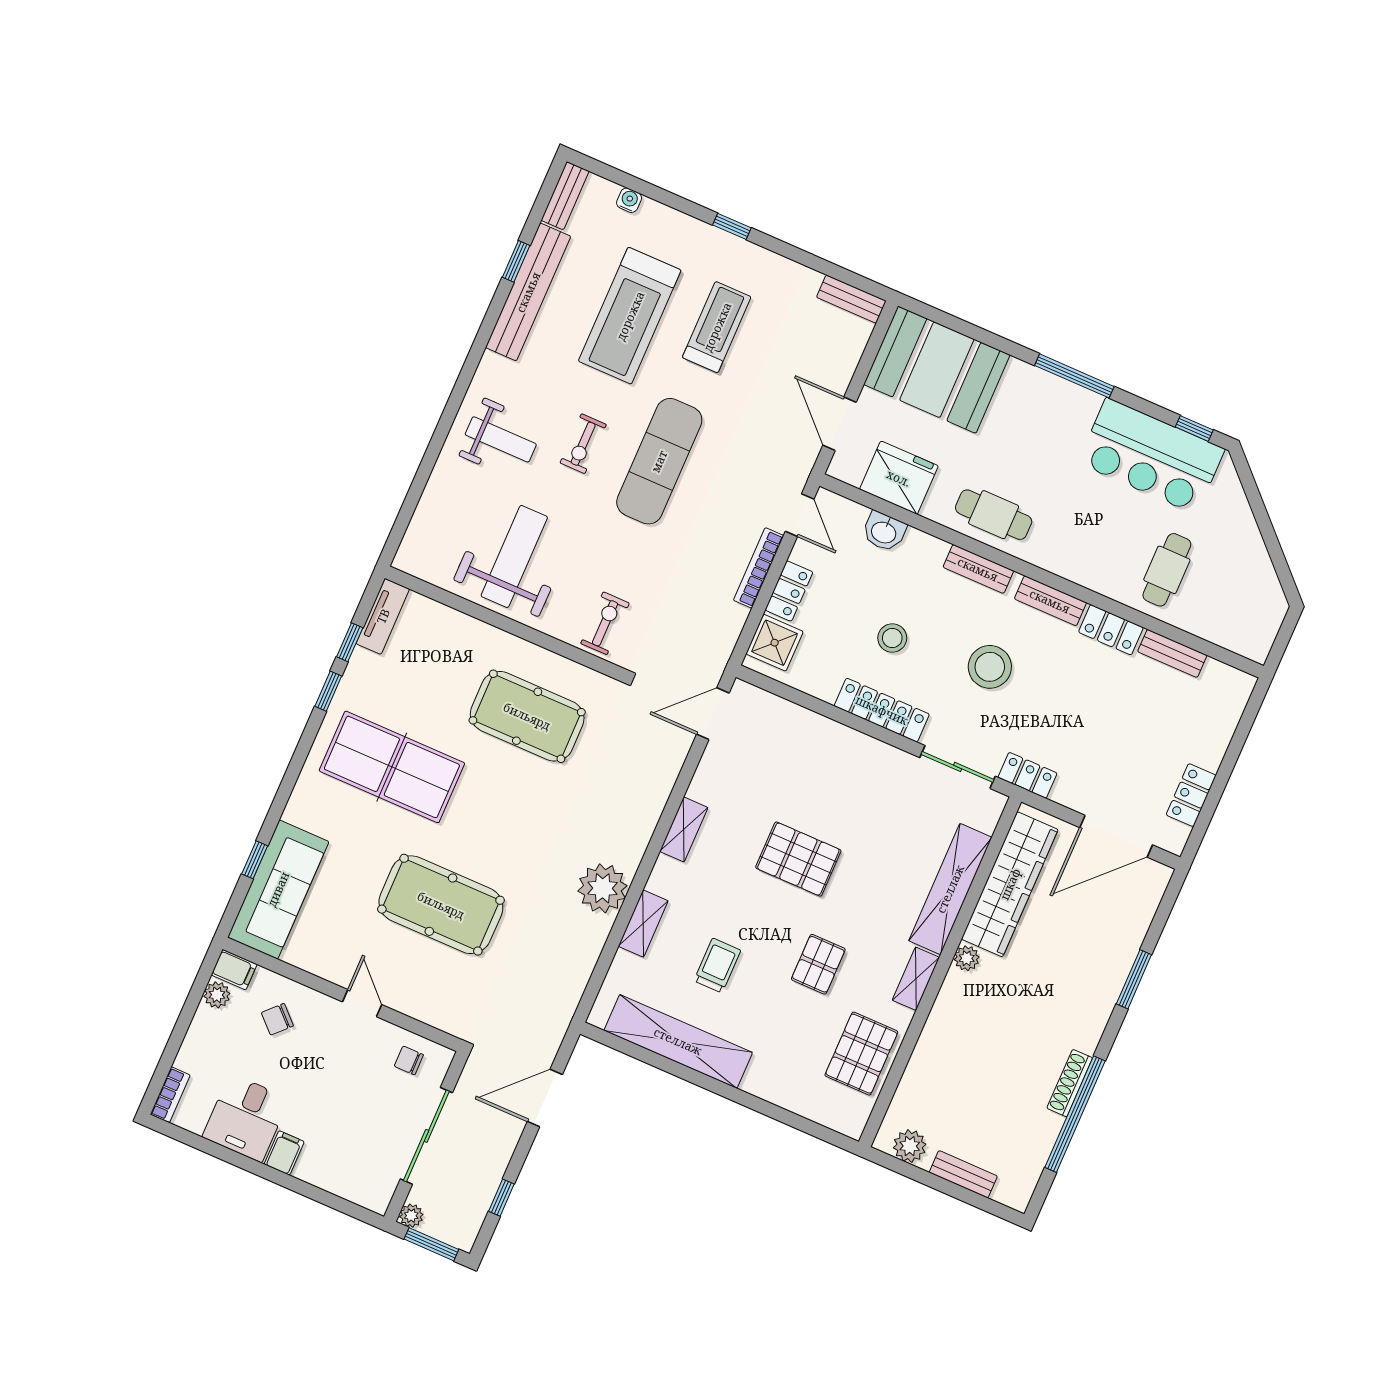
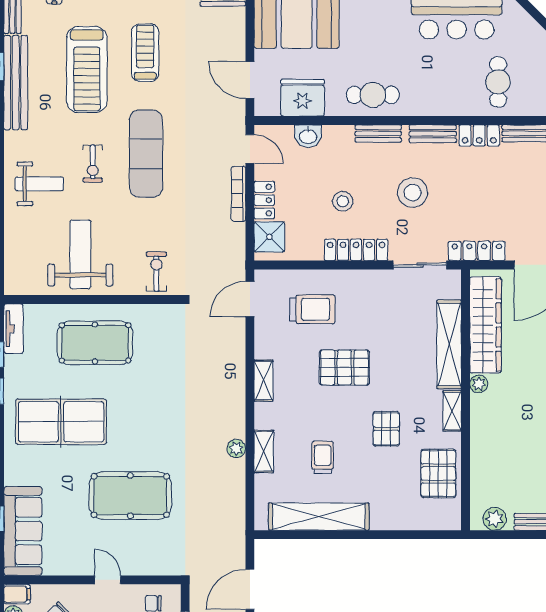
pool table: (527, 716) -> (95, 343), moved
trolley: (790, 763) -> (312, 309), added
locker: (1027, 775) -> (477, 251), width x1.53
plant: (602, 888) -> (236, 448), width x0.53, depth x0.53

